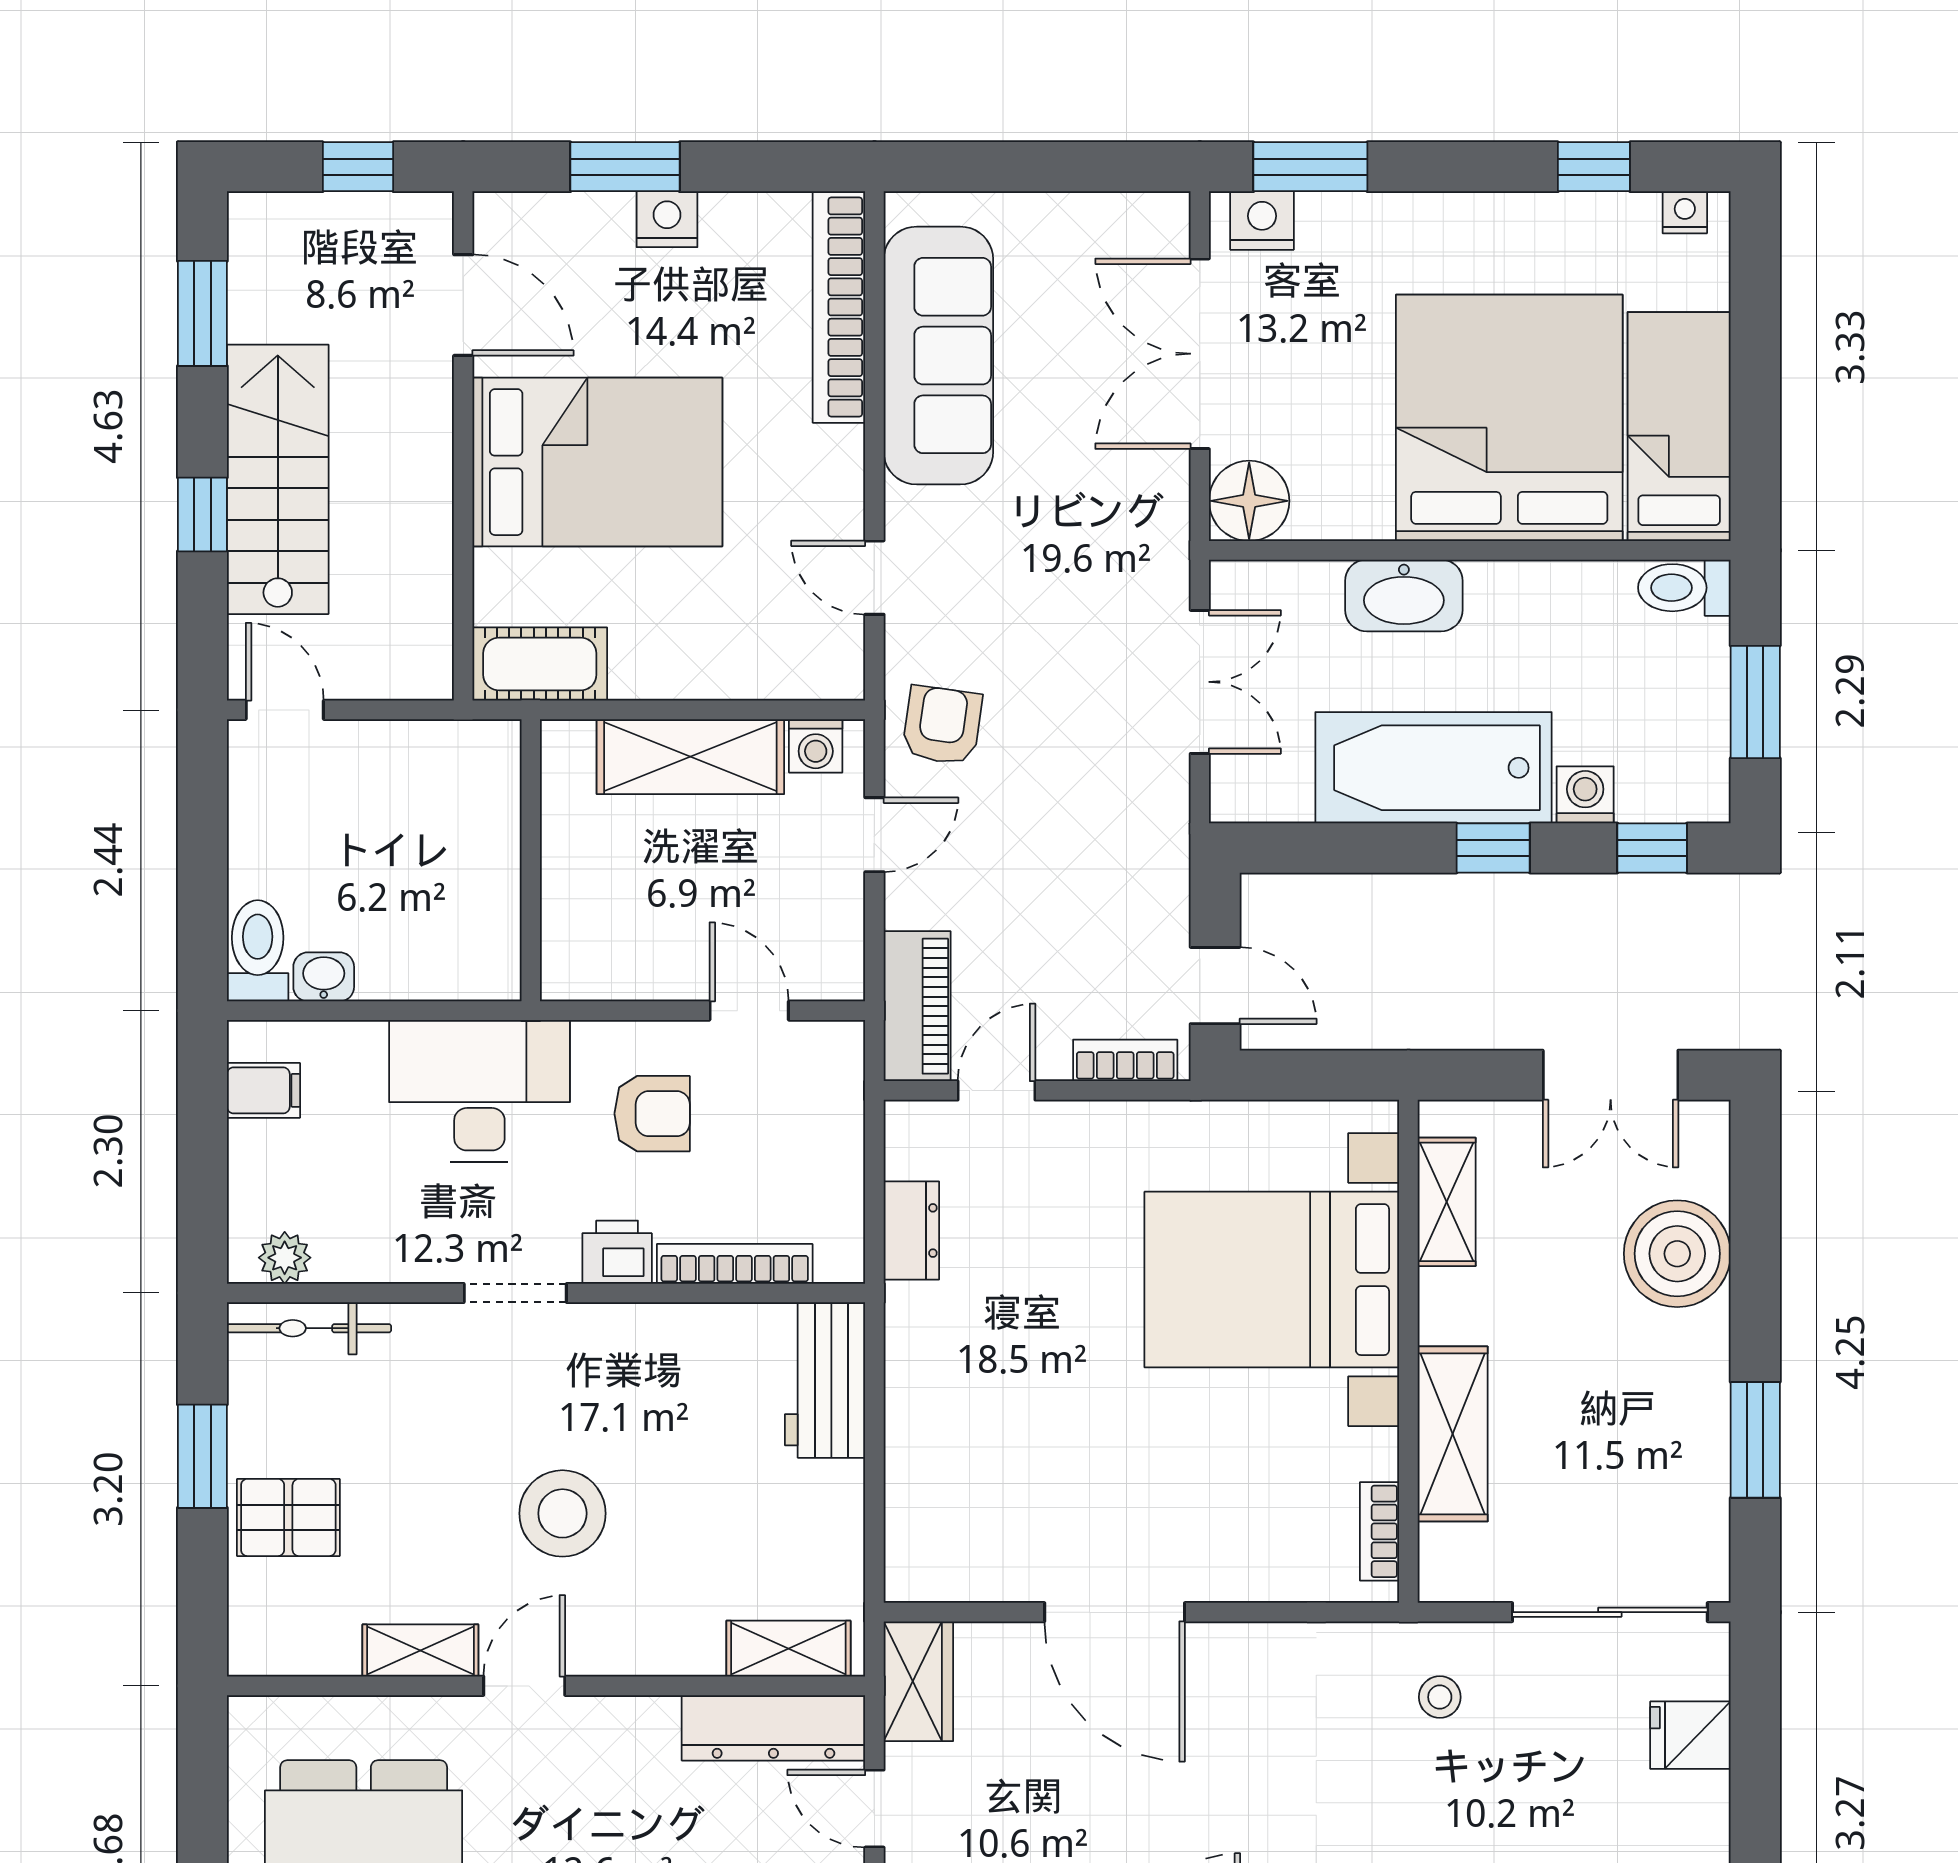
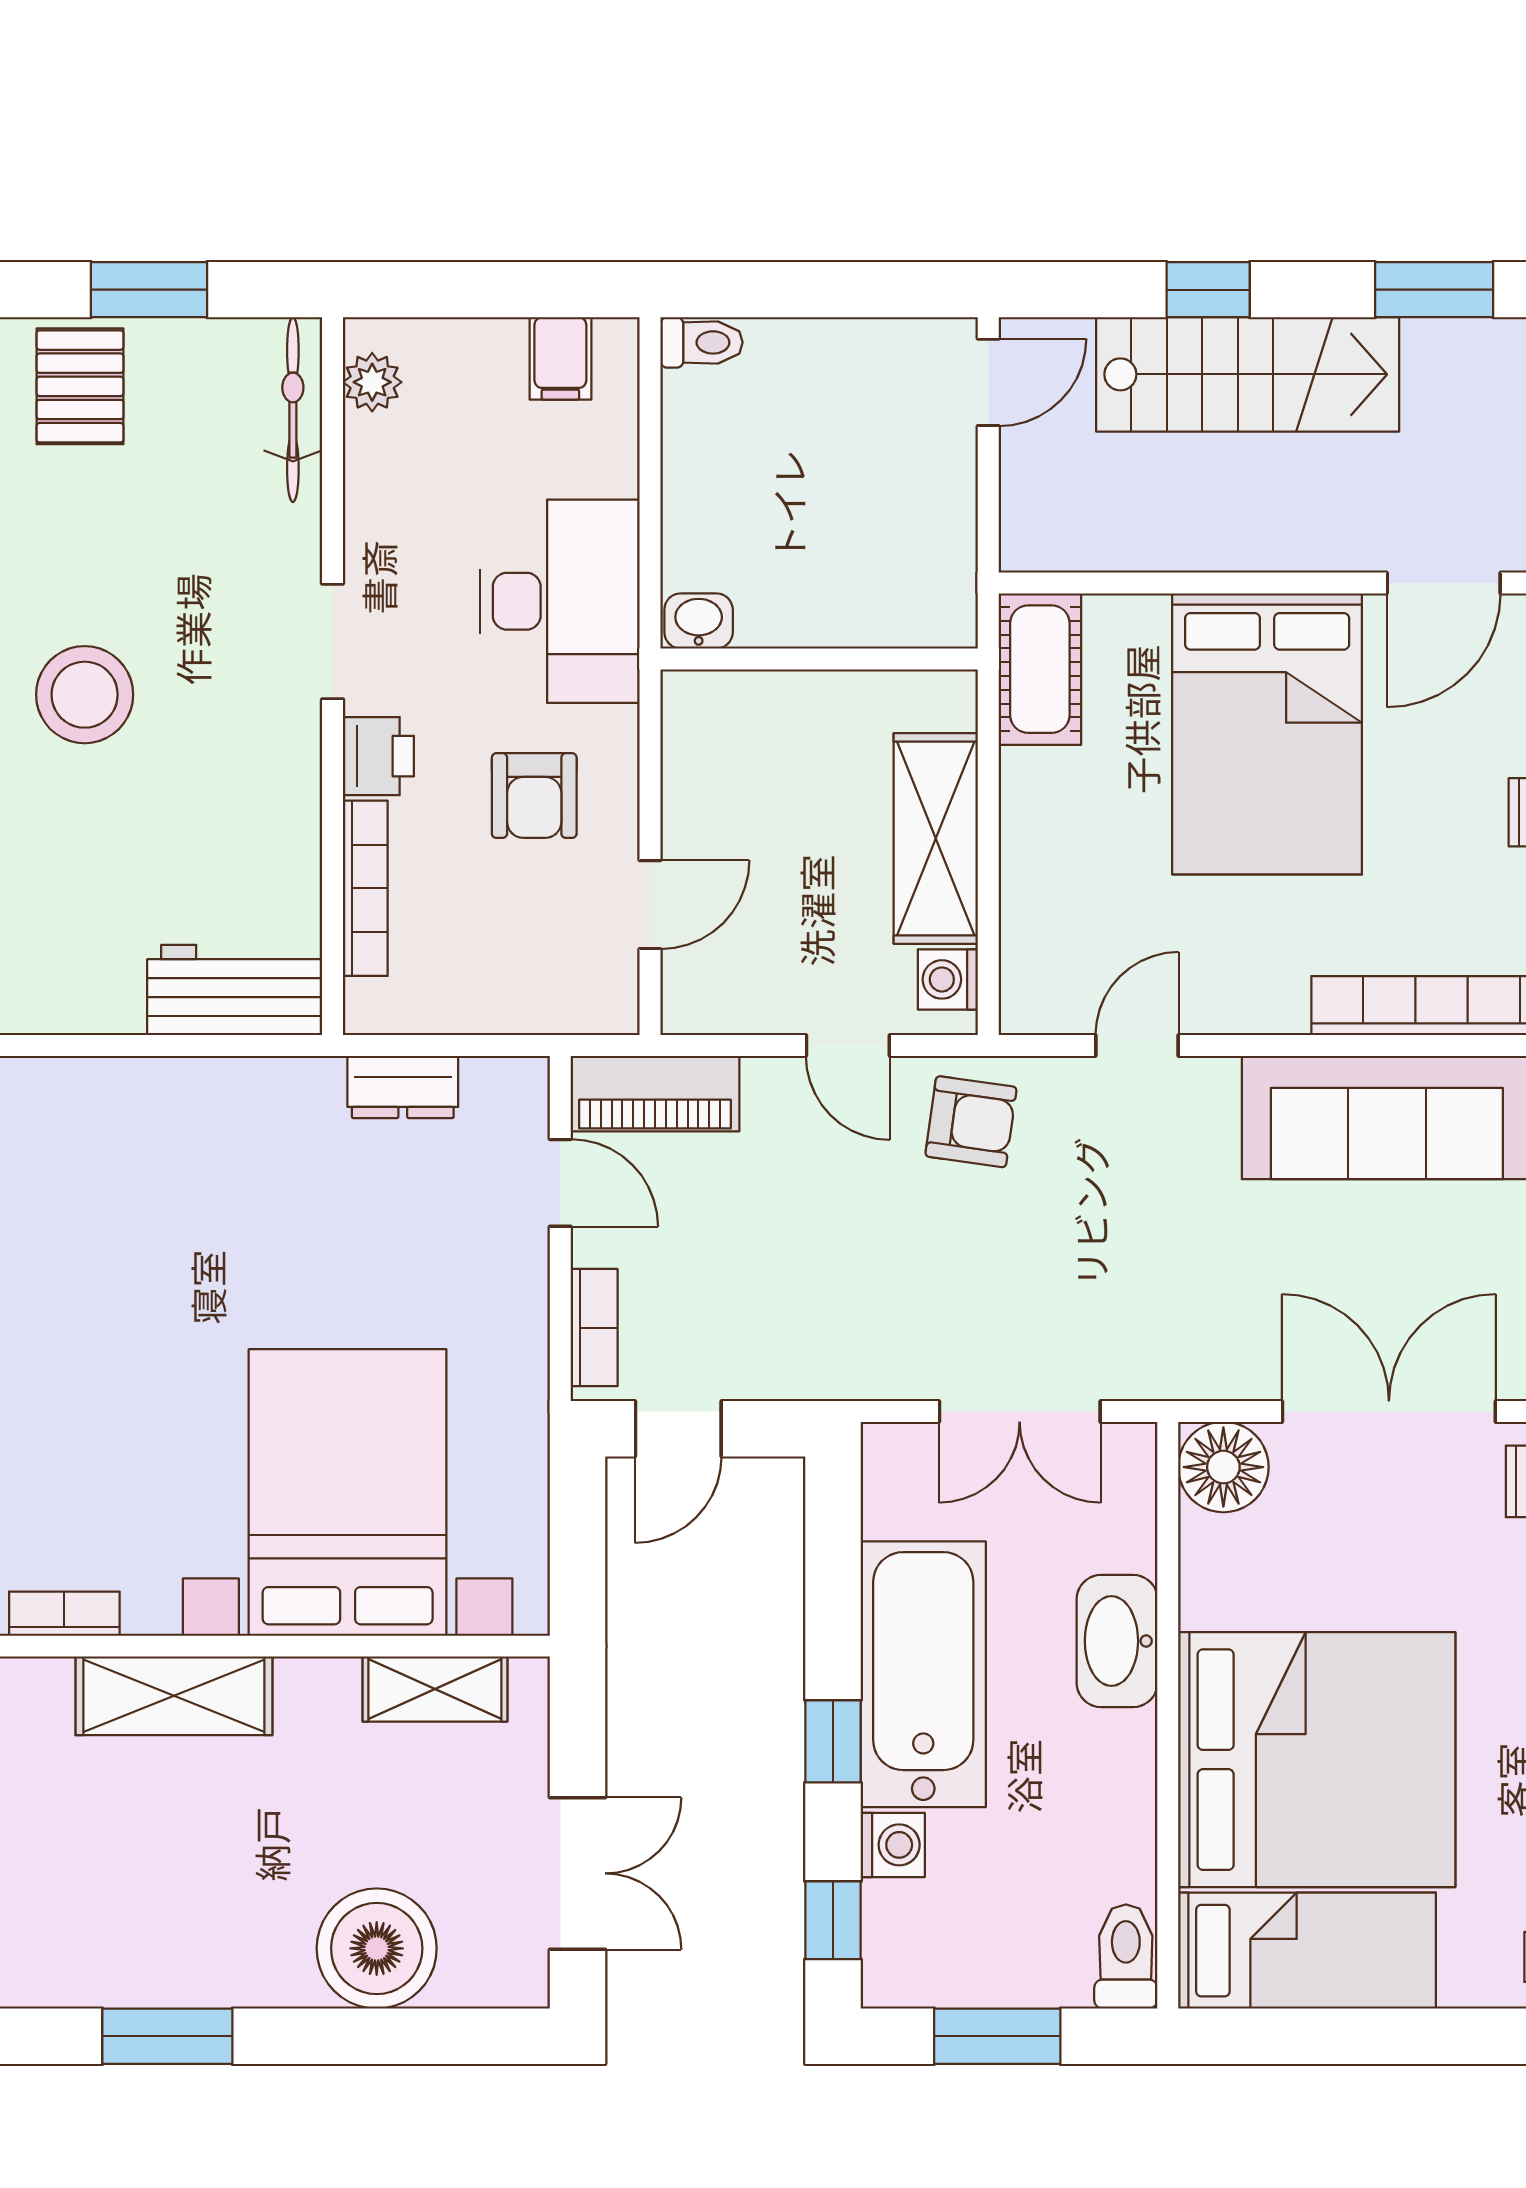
toilet: (258, 951) -> (701, 342), width x0.73, depth x0.72
washbasin: (324, 977) -> (699, 621), moved, turned -90
double door: (1611, 1075) -> (578, 1873), swing flipped

